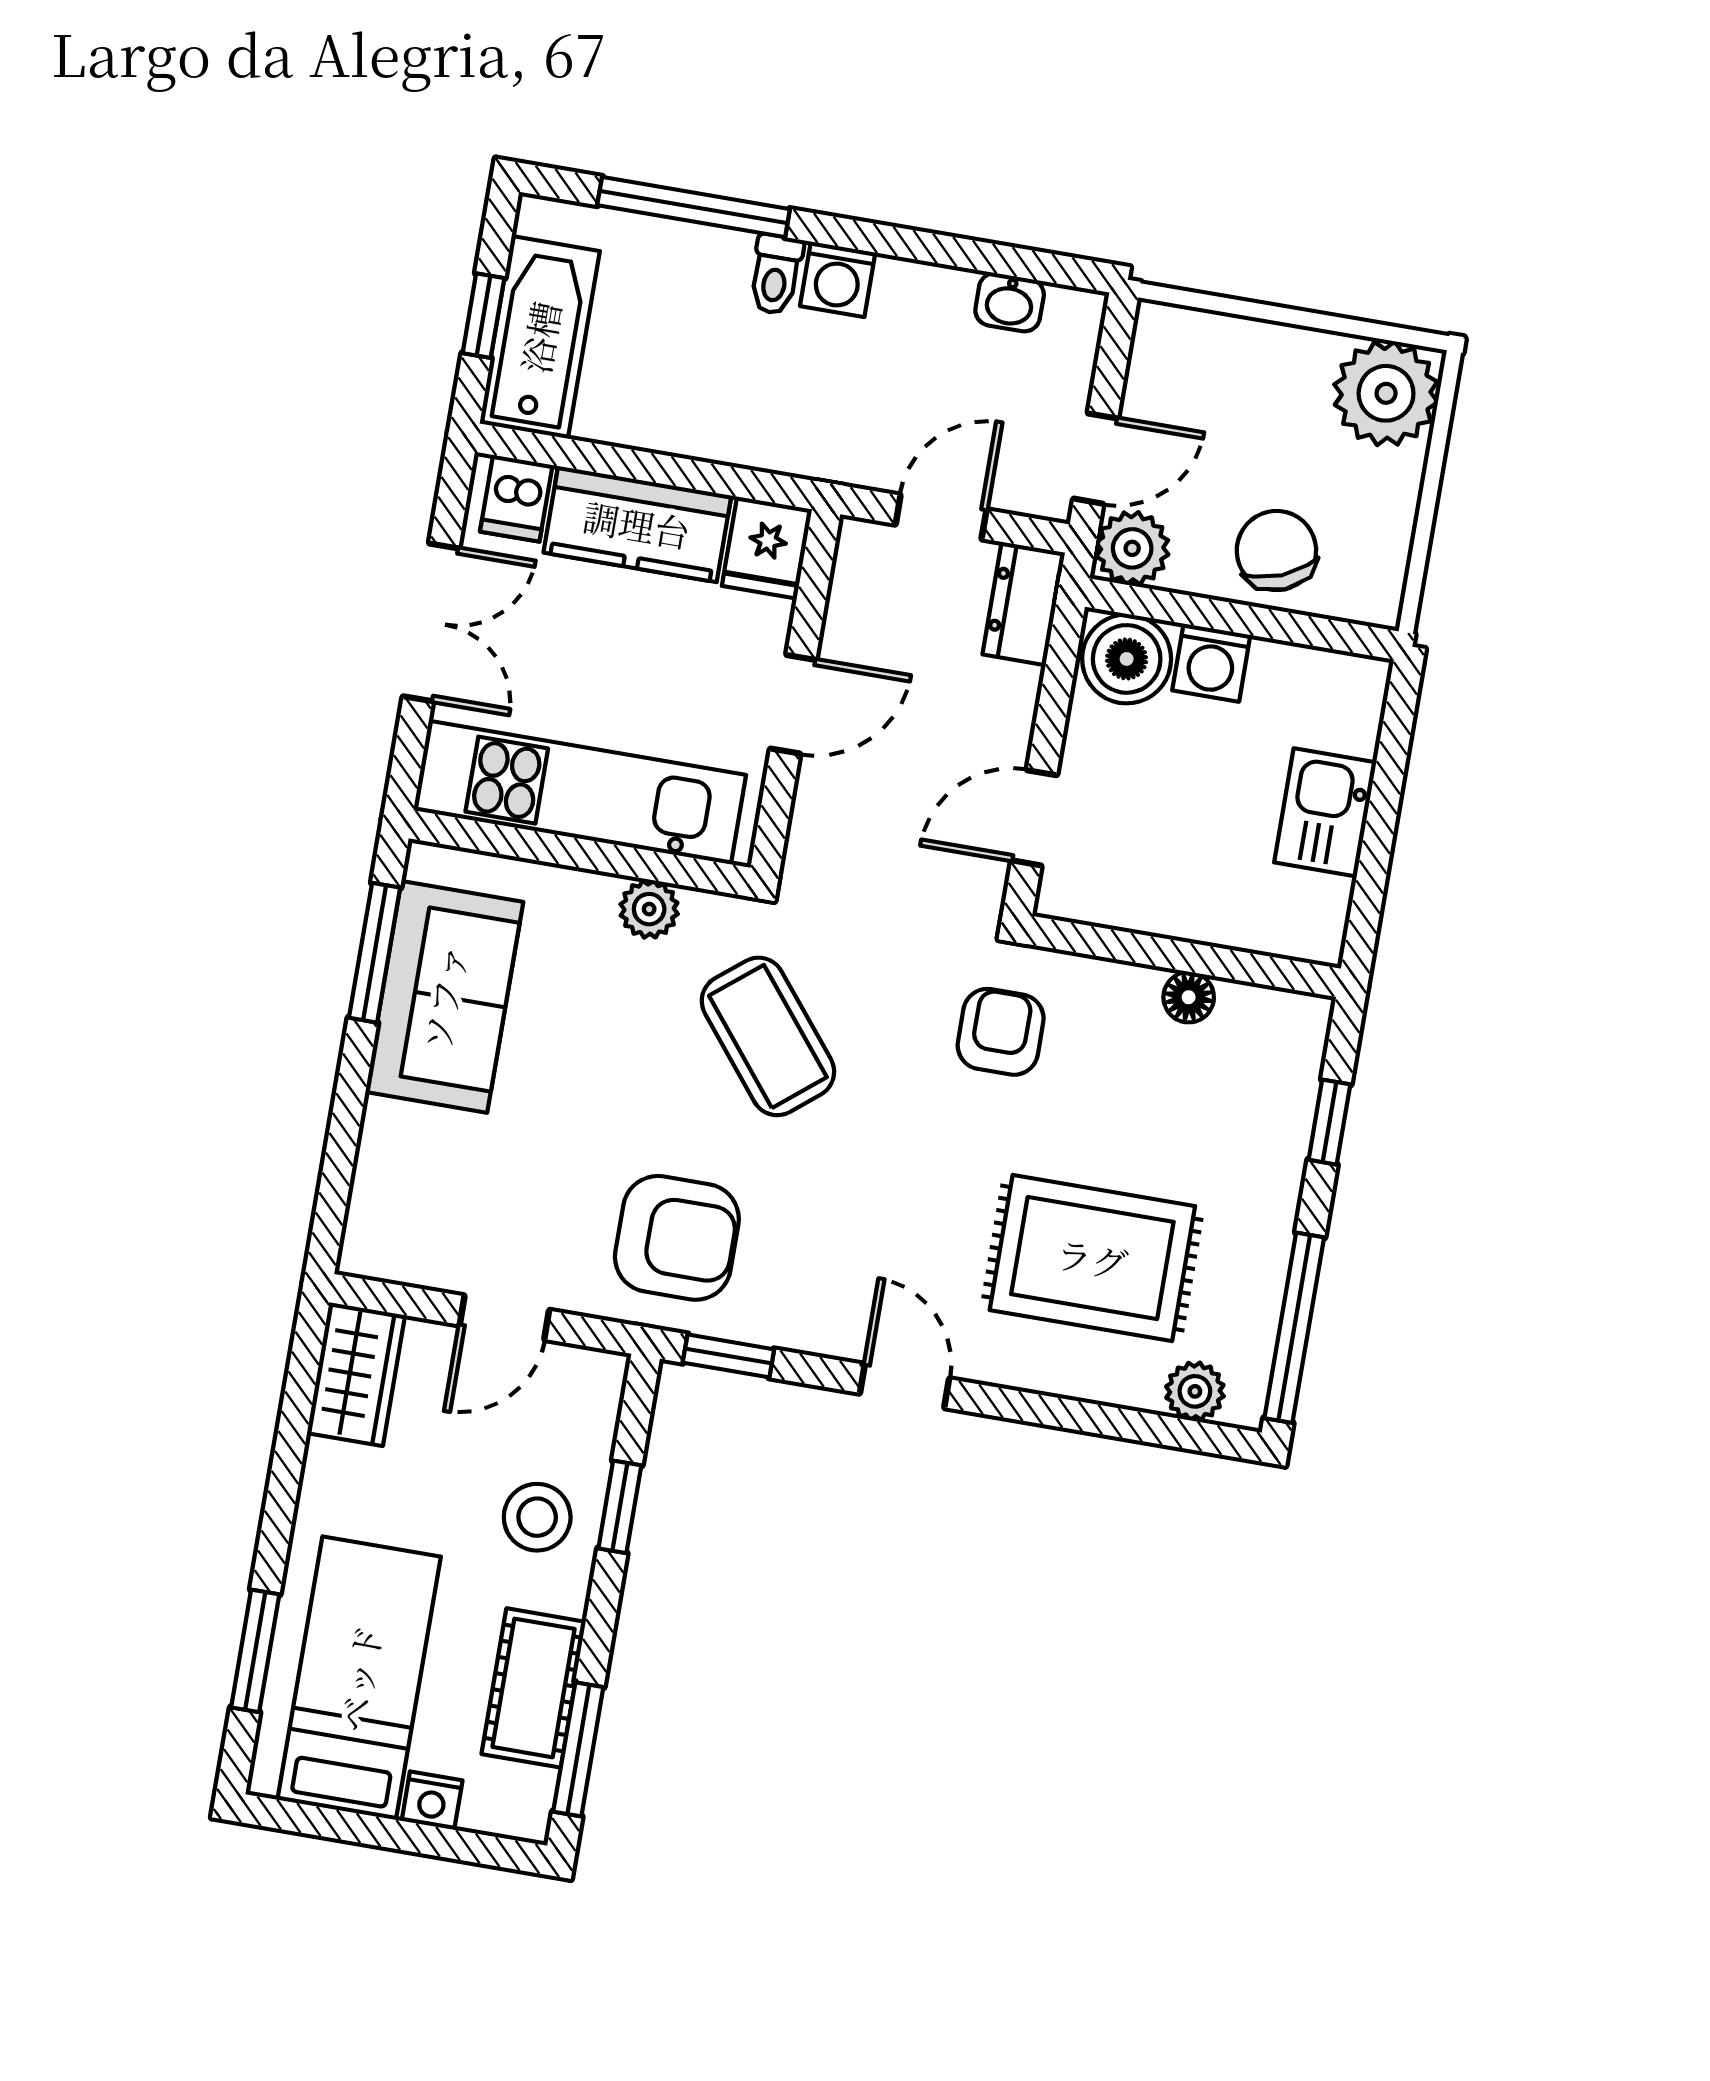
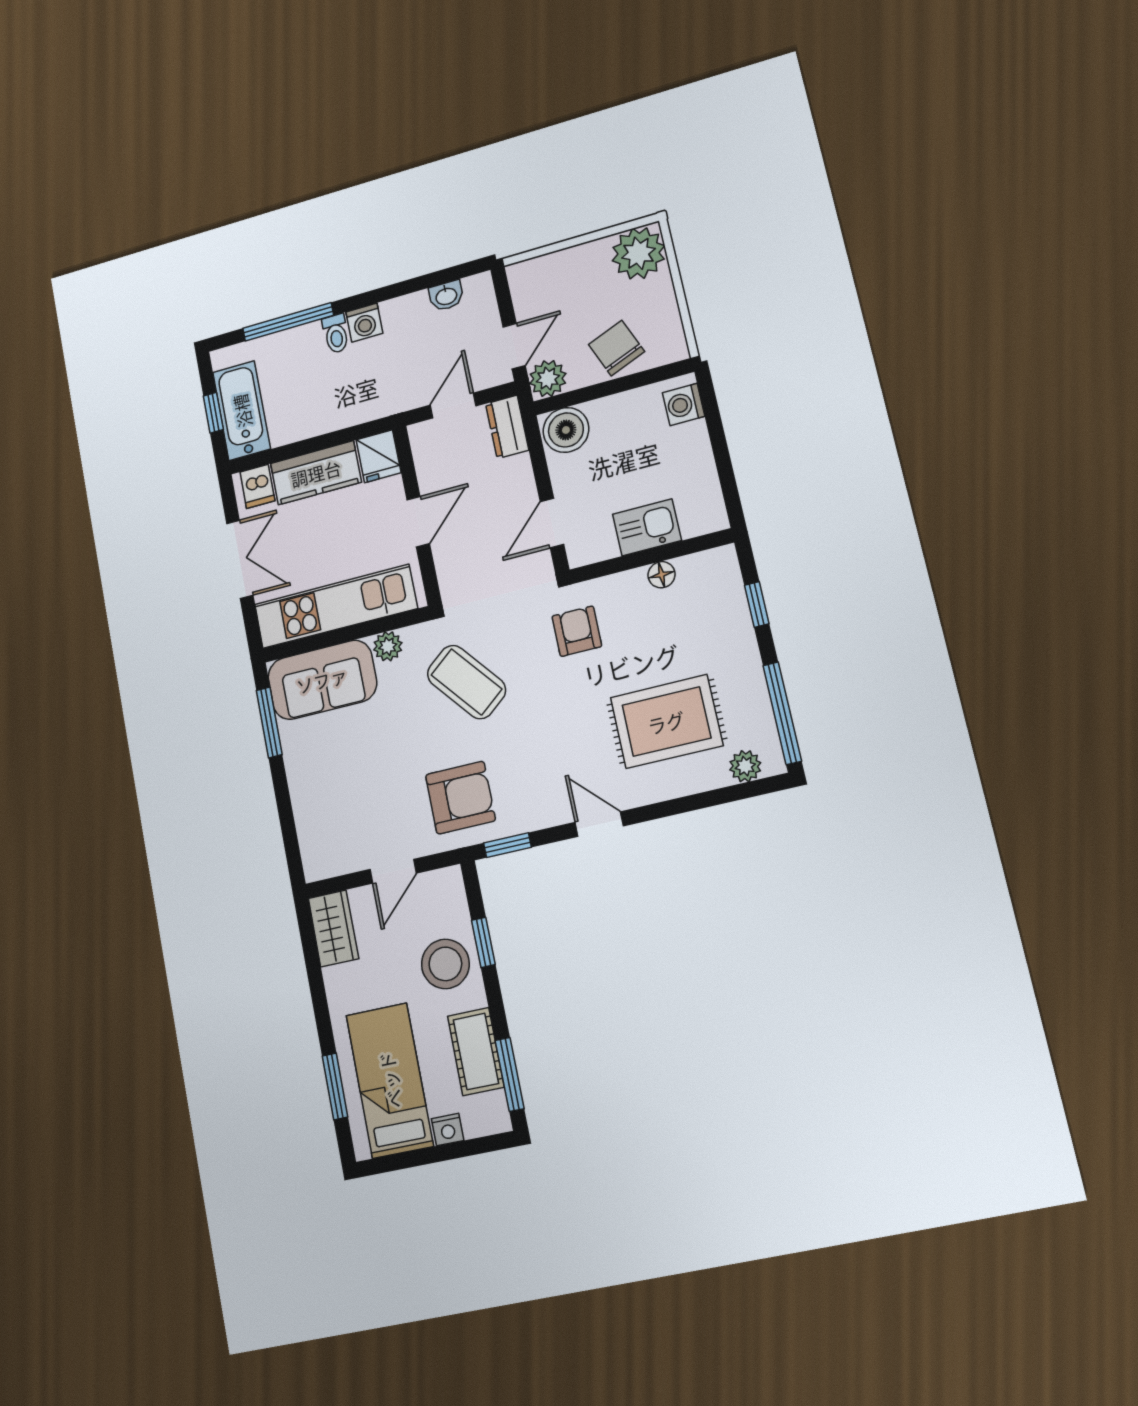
washing machine: (1211, 663) -> (684, 404), moved, turned 90
kitchen sink: (1325, 812) -> (647, 527), moved, turned 90
sofa: (444, 997) -> (322, 680), moved, turned 90
stool: (537, 1517) -> (445, 964), width x1.38, depth x1.38

